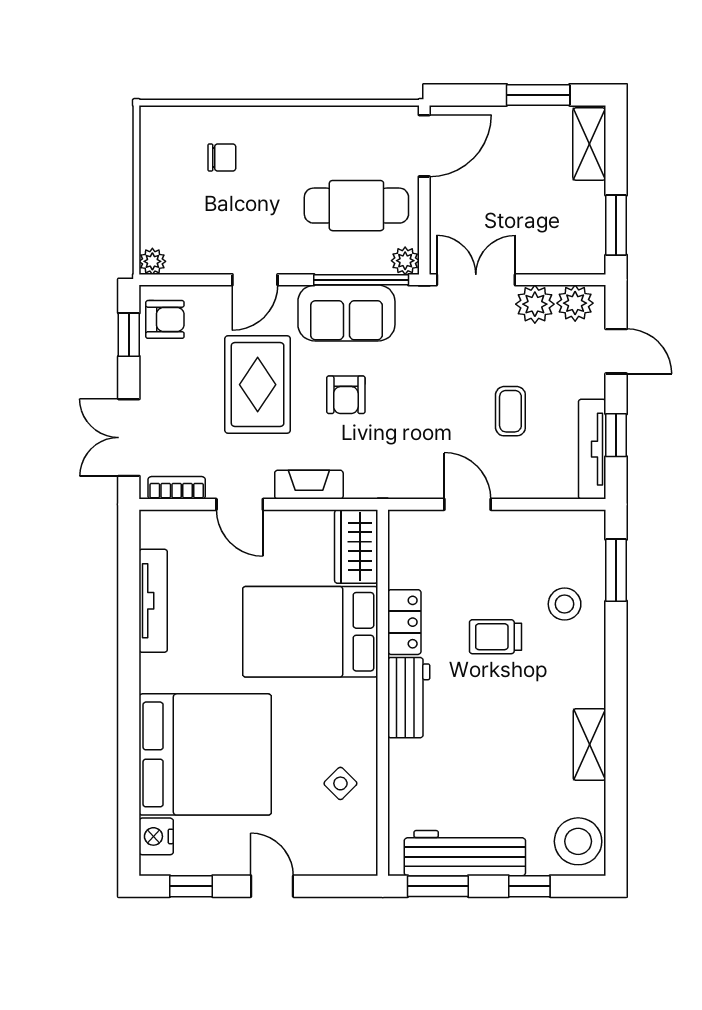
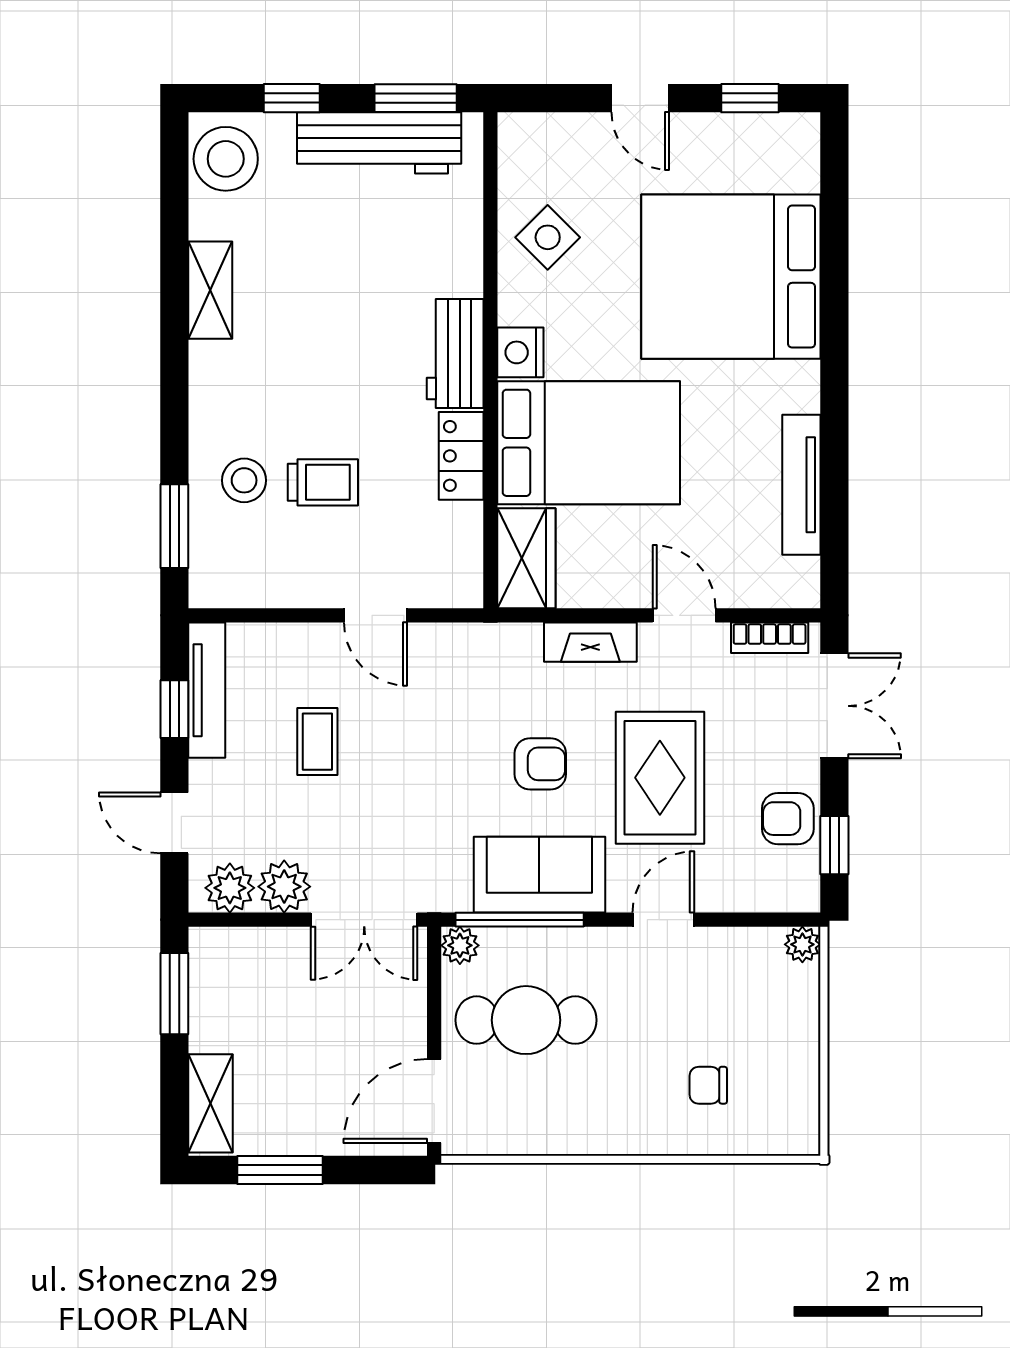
armchair: (165, 319) -> (788, 819), moved
armchair: (346, 395) -> (540, 764), turned 90
trolley: (495, 637) -> (323, 482), moved
side table: (340, 783) -> (548, 237), width x1.37, depth x1.37
nightstand: (156, 836) -> (520, 352), moved, turned 180

